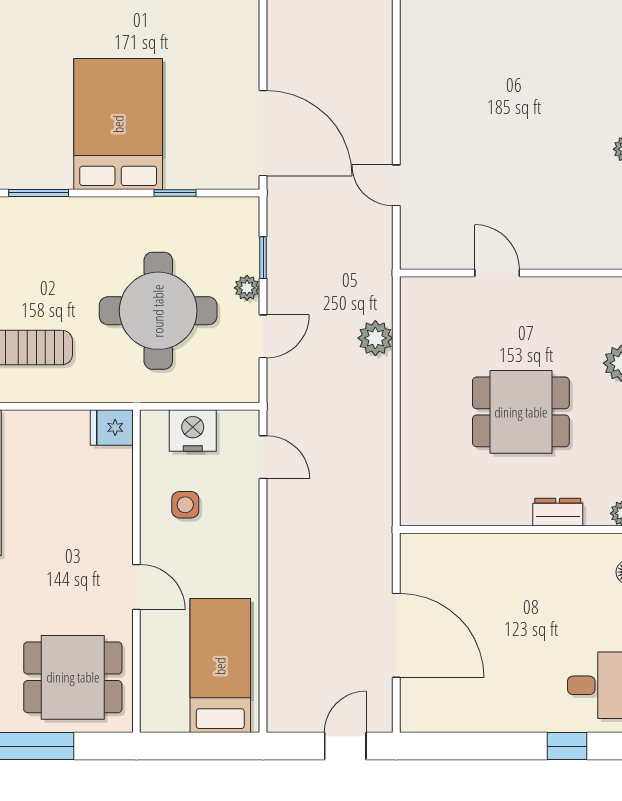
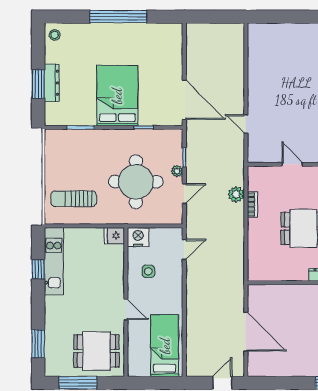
bookcase: (411, 360) -> (252, 204), added
nightstand: (193, 430) -> (138, 237), moved
door: (263, 457) -> (184, 249), hinge flipped

